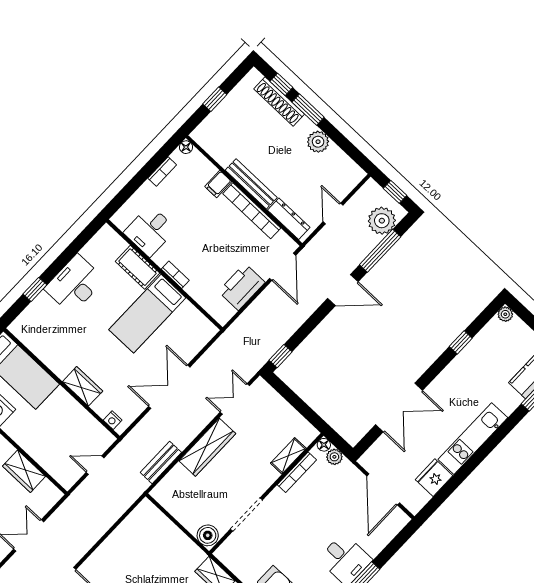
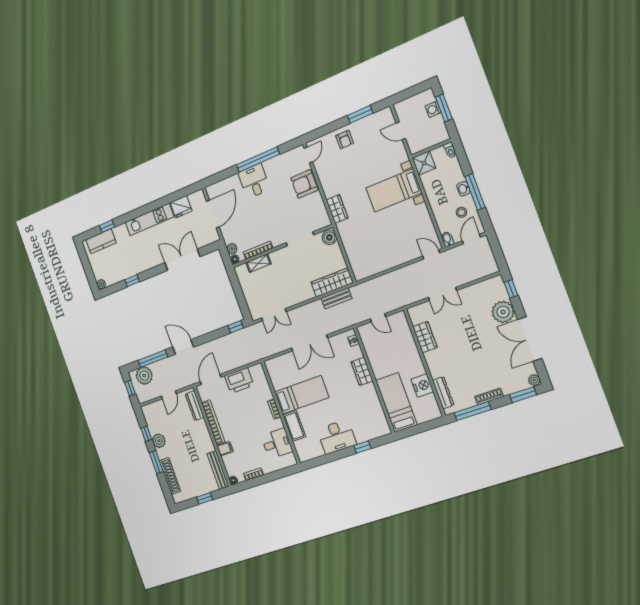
window: (281, 84) -> (146, 434), moved
bench: (251, 184) -> (218, 470), moved
wardrobe: (207, 447) -> (332, 282), moved

